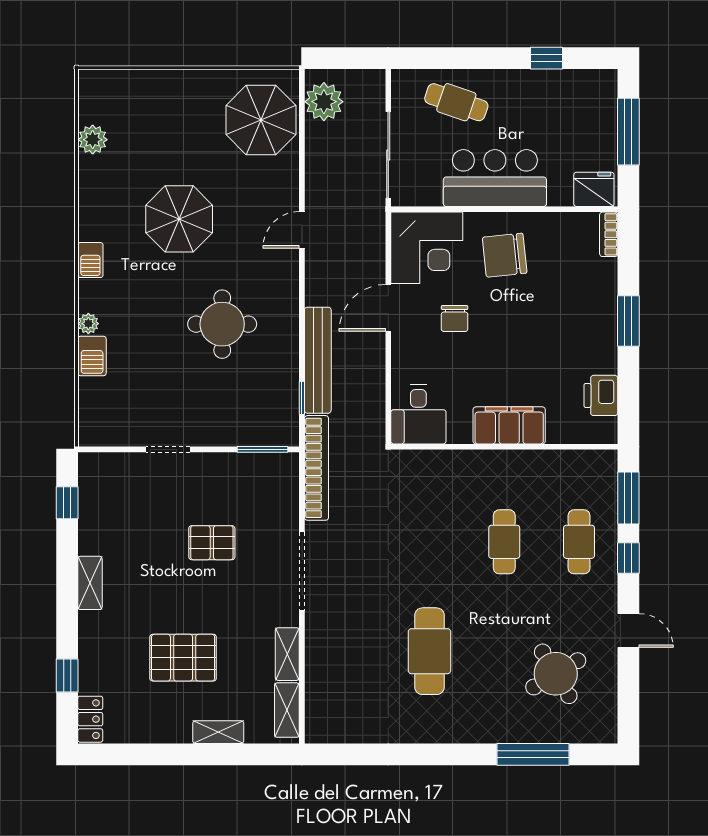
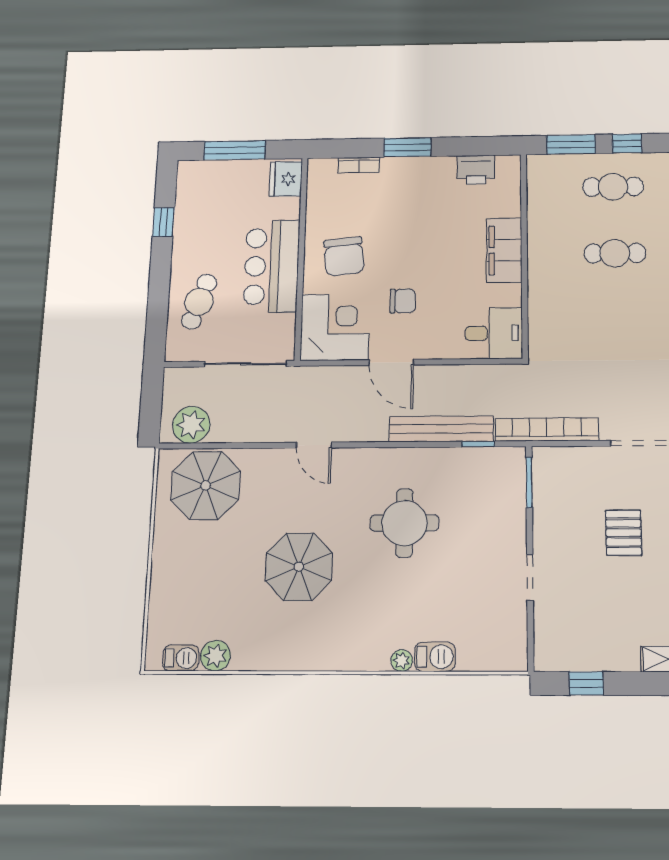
bookcase: (609, 234) -> (359, 165), moved
barbecue: (90, 260) -> (181, 658), moved

